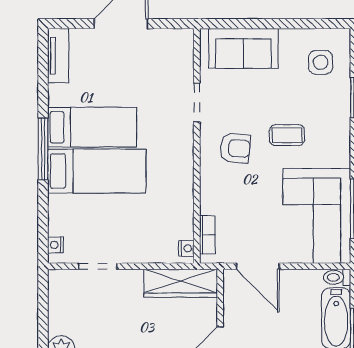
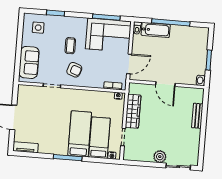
bed: (92, 127) -> (100, 138), moved
armchair: (235, 148) -> (74, 70), turned 104
wardrobe: (181, 283) -> (133, 111), moved

